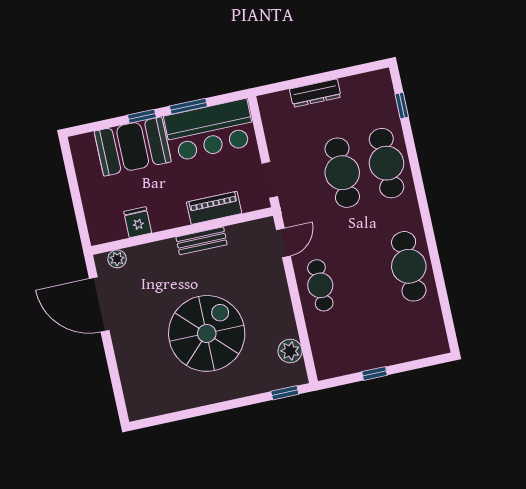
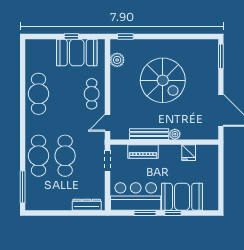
dresser: (315, 93) -> (87, 205), moved
window: (402, 106) -> (23, 187), width x2.17
bench: (202, 241) -> (149, 134), width x1.36
plant: (117, 259) -> (175, 134), moved
spiral stairs: (207, 333) -> (163, 80), turned -90
booth: (360, 349) -> (77, 53), added
window: (119, 394) -> (221, 56), added

